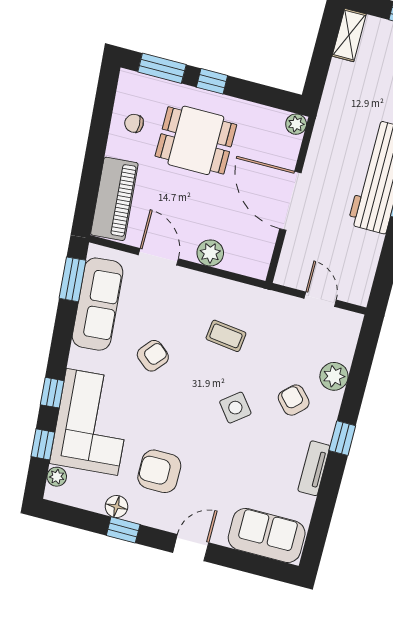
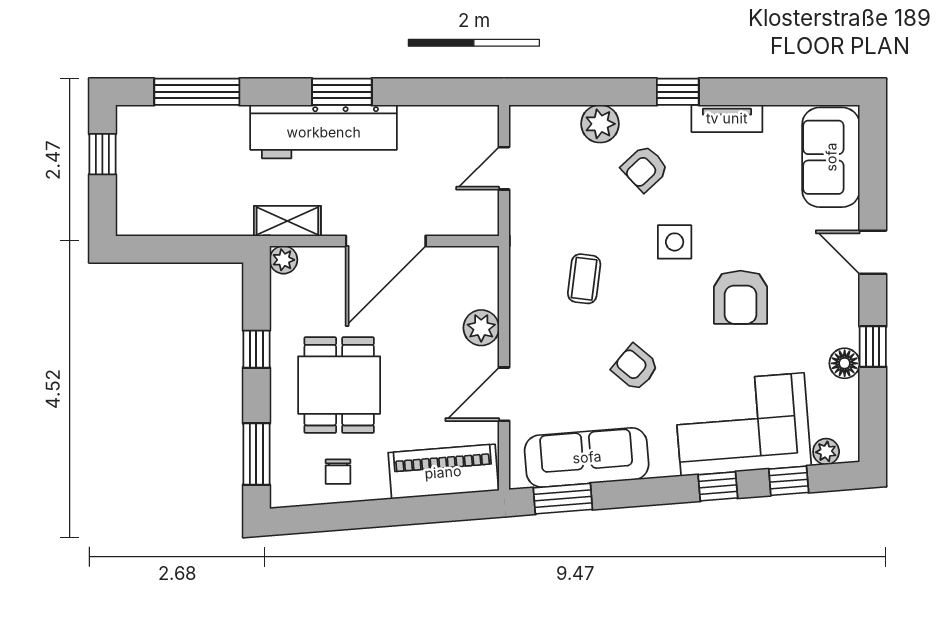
shelving: (349, 35) -> (287, 221), moved
window: (212, 81) -> (256, 349), moved
side table: (235, 408) -> (675, 242), turned 38
armchair: (159, 471) -> (740, 297), moved

